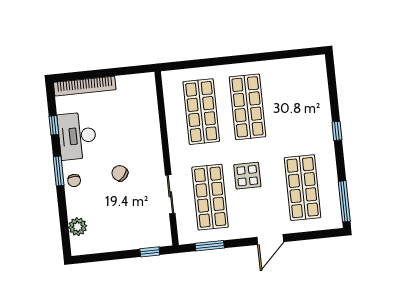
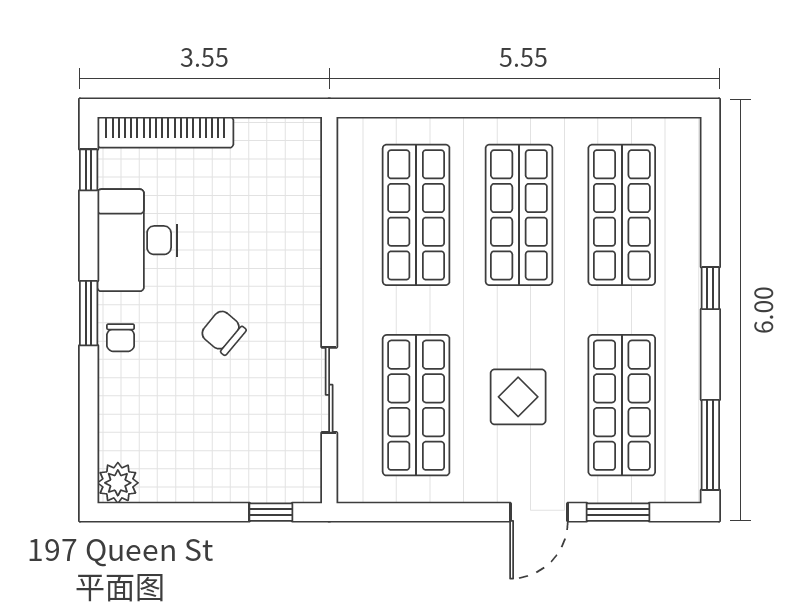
shop shelf: (294, 102) -> (622, 215), added
window: (54, 125) -> (89, 170), moved
display table: (247, 176) -> (518, 397), moved
plant: (78, 227) -> (118, 483), moved
window: (210, 246) -> (618, 512), moved

